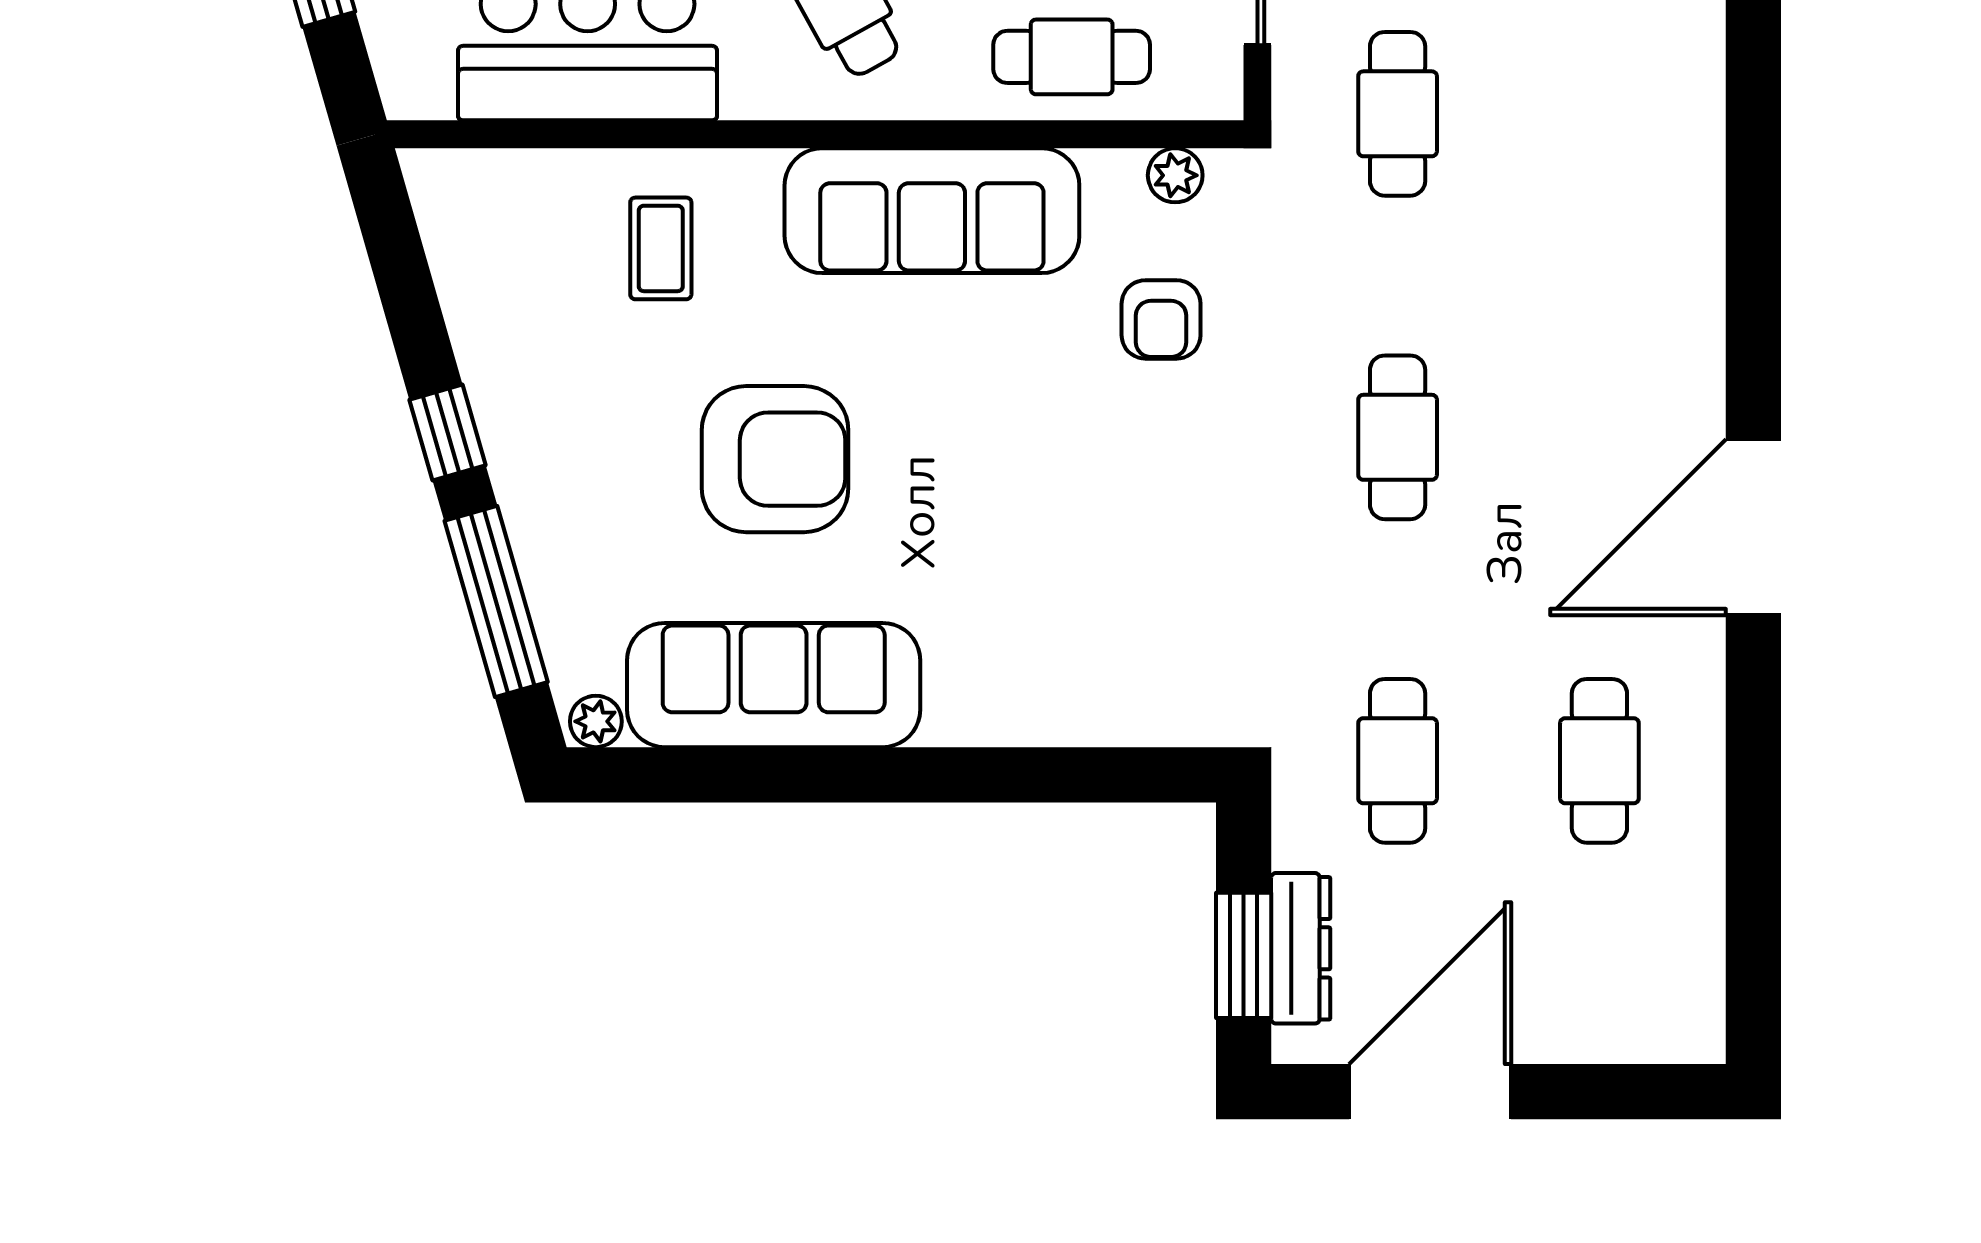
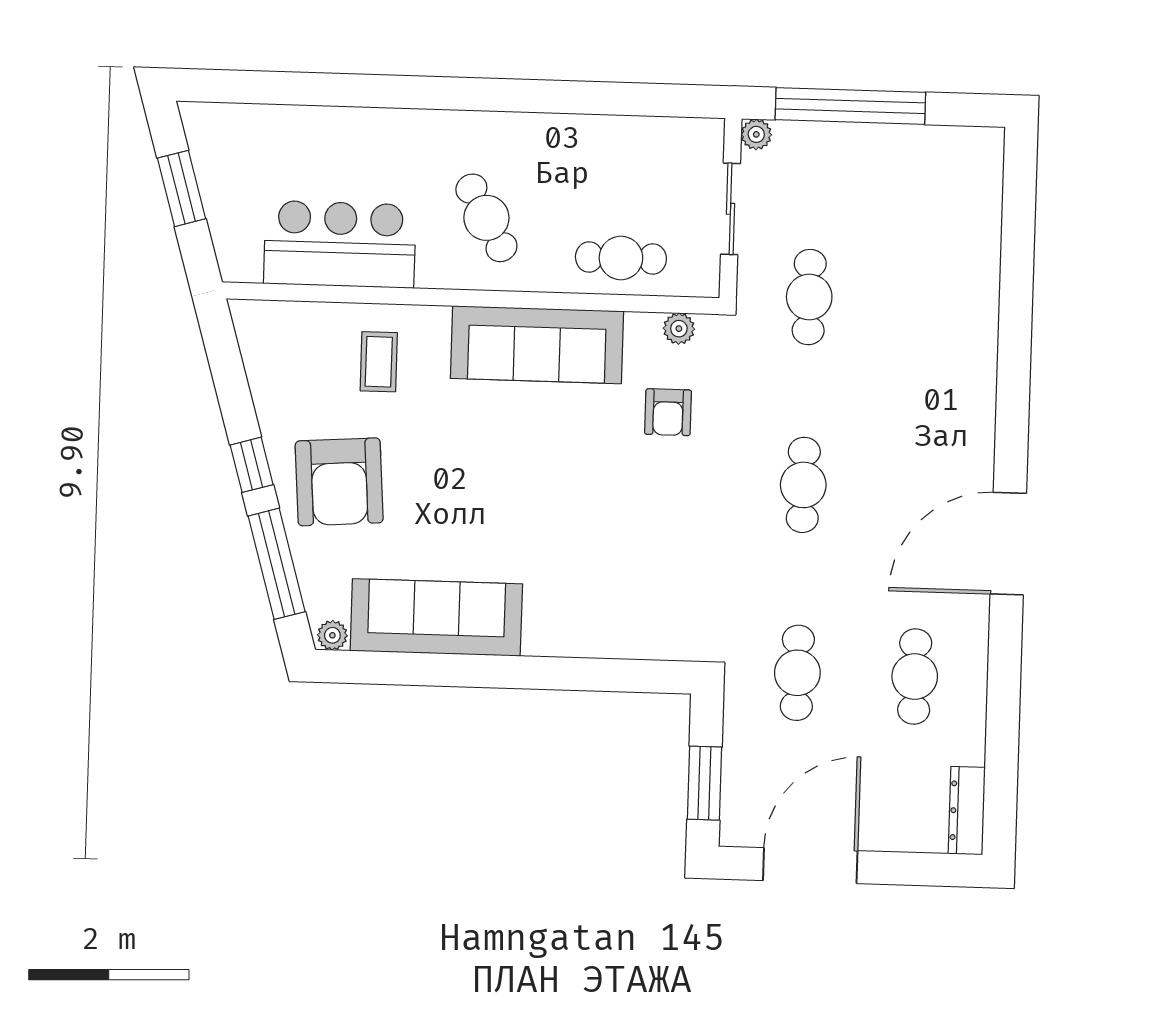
armchair: (775, 459) -> (339, 482), moved, turned 86
dresser: (1301, 948) -> (967, 811), moved, turned 180

